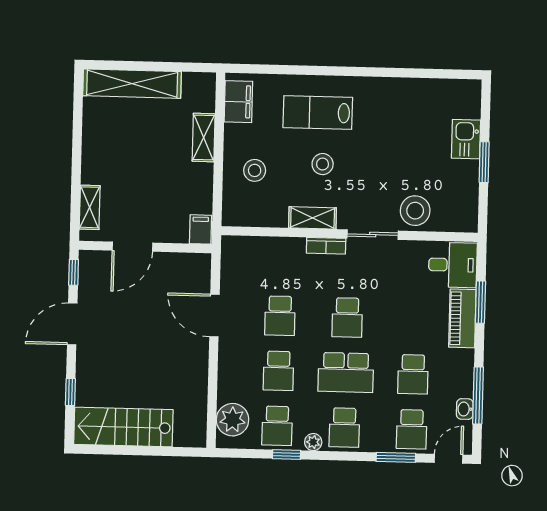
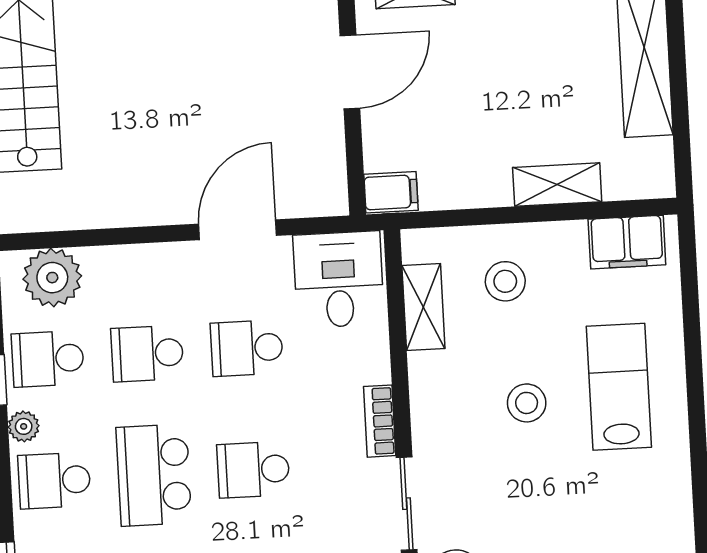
shelving: (313, 218) -> (423, 307), moved
door: (132, 247) -> (350, 72), swing flipped
desk: (246, 262) -> (339, 280), added

